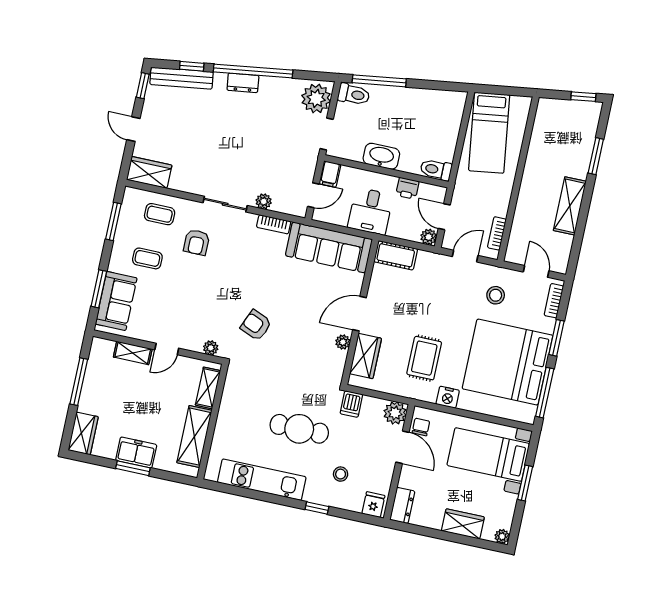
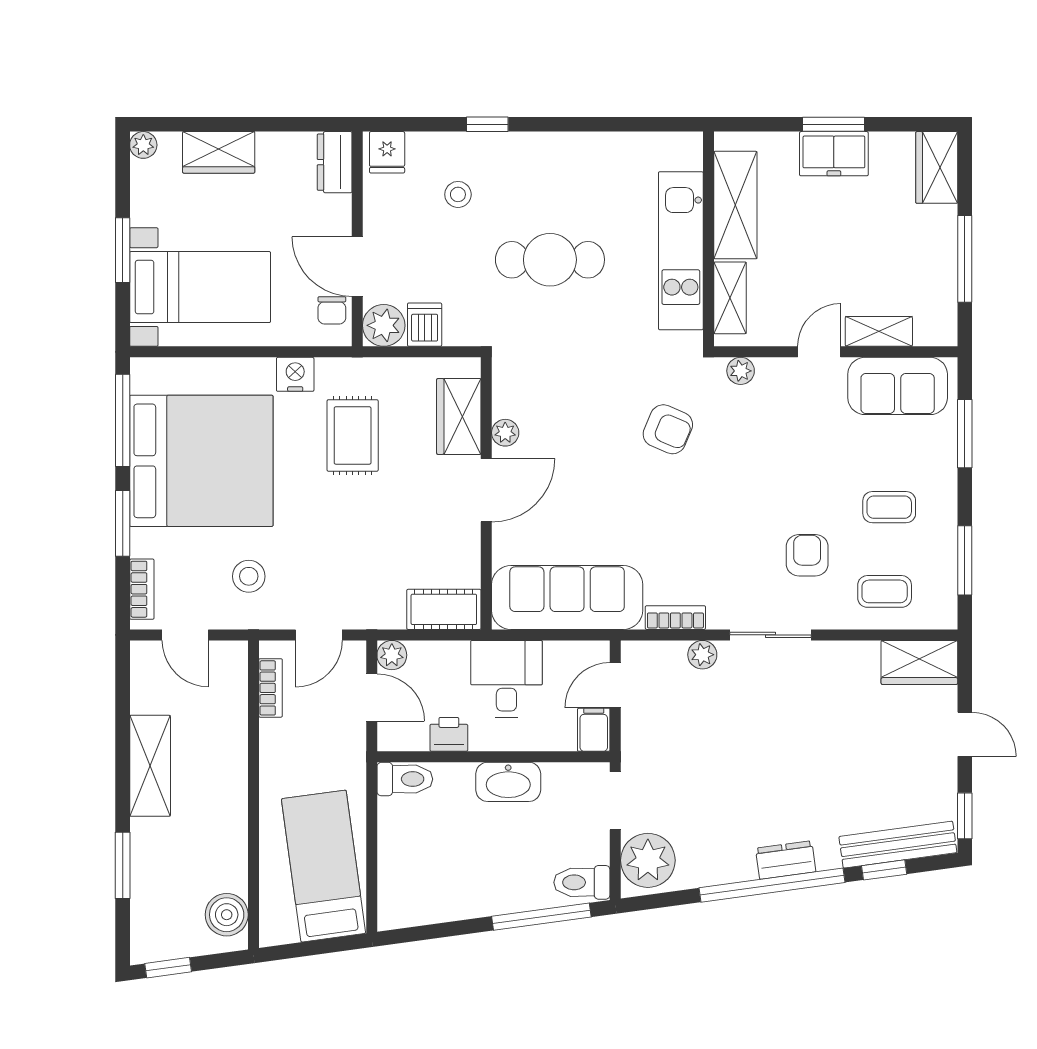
boiler: (546, 118) -> (227, 915), added
sofa: (116, 301) -> (898, 386), moved, turned -90
dishwasher: (351, 404) -> (425, 325), moved
kitchen unit: (262, 480) -> (681, 251), moved, turned 90

